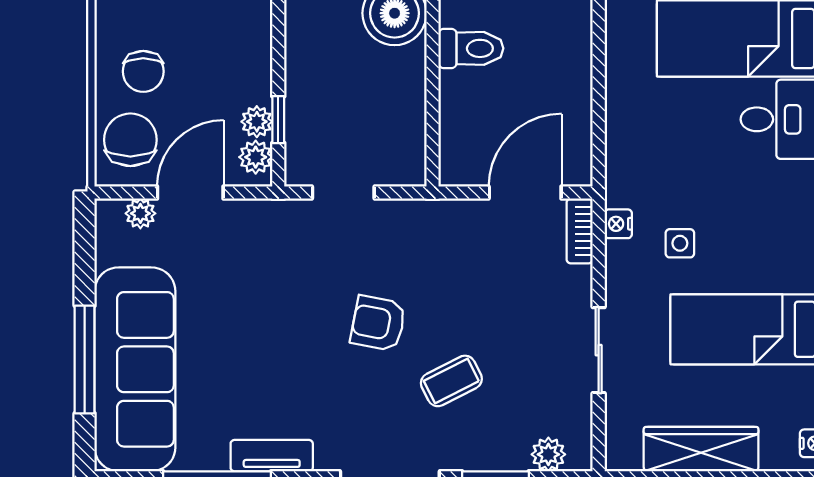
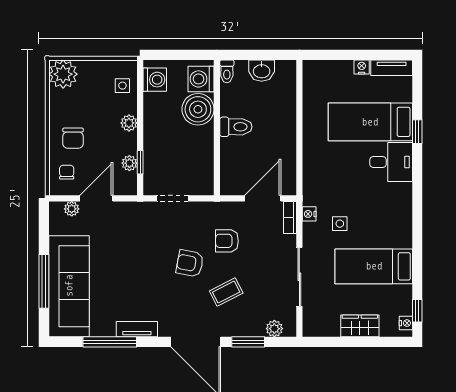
chair: (130, 140) -> (67, 172), width x0.54, depth x0.54
plant: (256, 157) -> (129, 123), moved
armchair: (453, 278) -> (227, 241), added
sliding door: (599, 350) -> (299, 277), width x1.37
wardrobe: (701, 449) -> (360, 326), width x0.67

